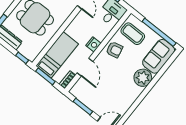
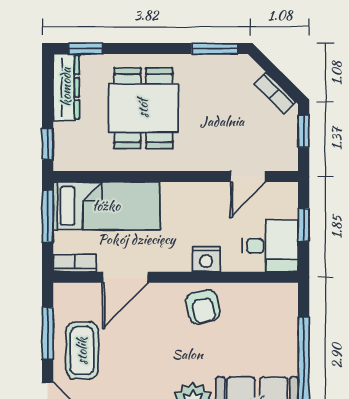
coffee table: (133, 34) -> (82, 351), moved
nightstand: (93, 44) -> (206, 259), moved

